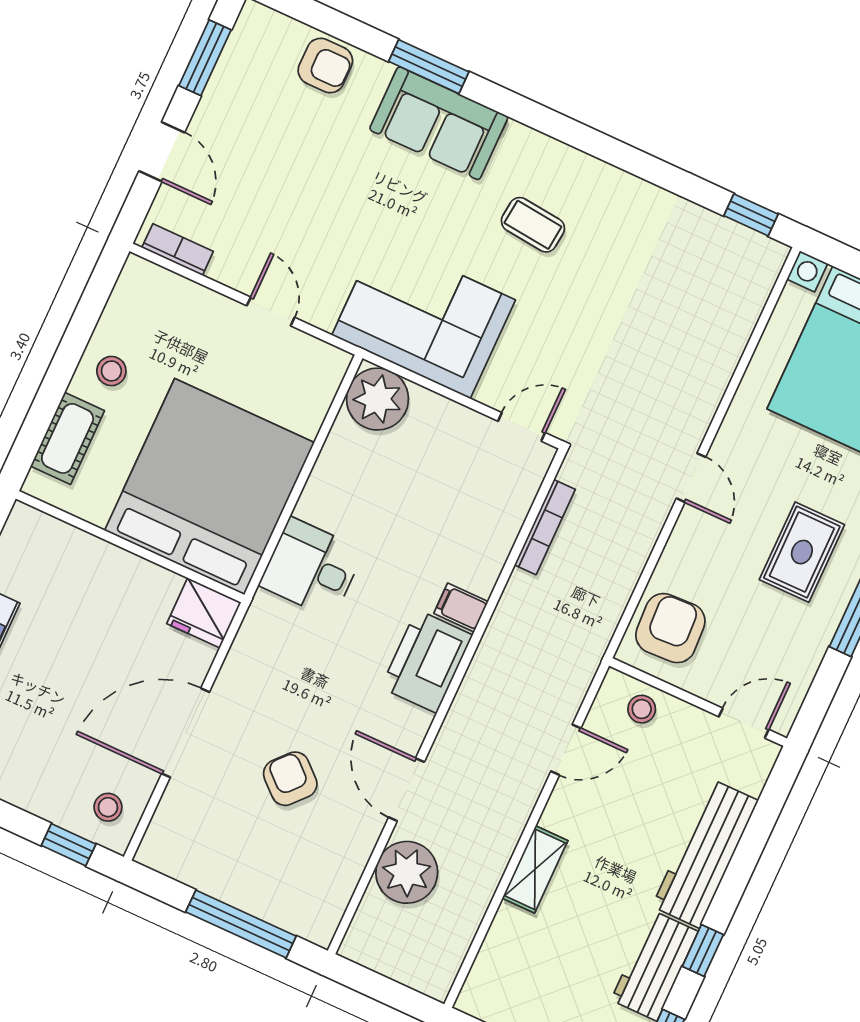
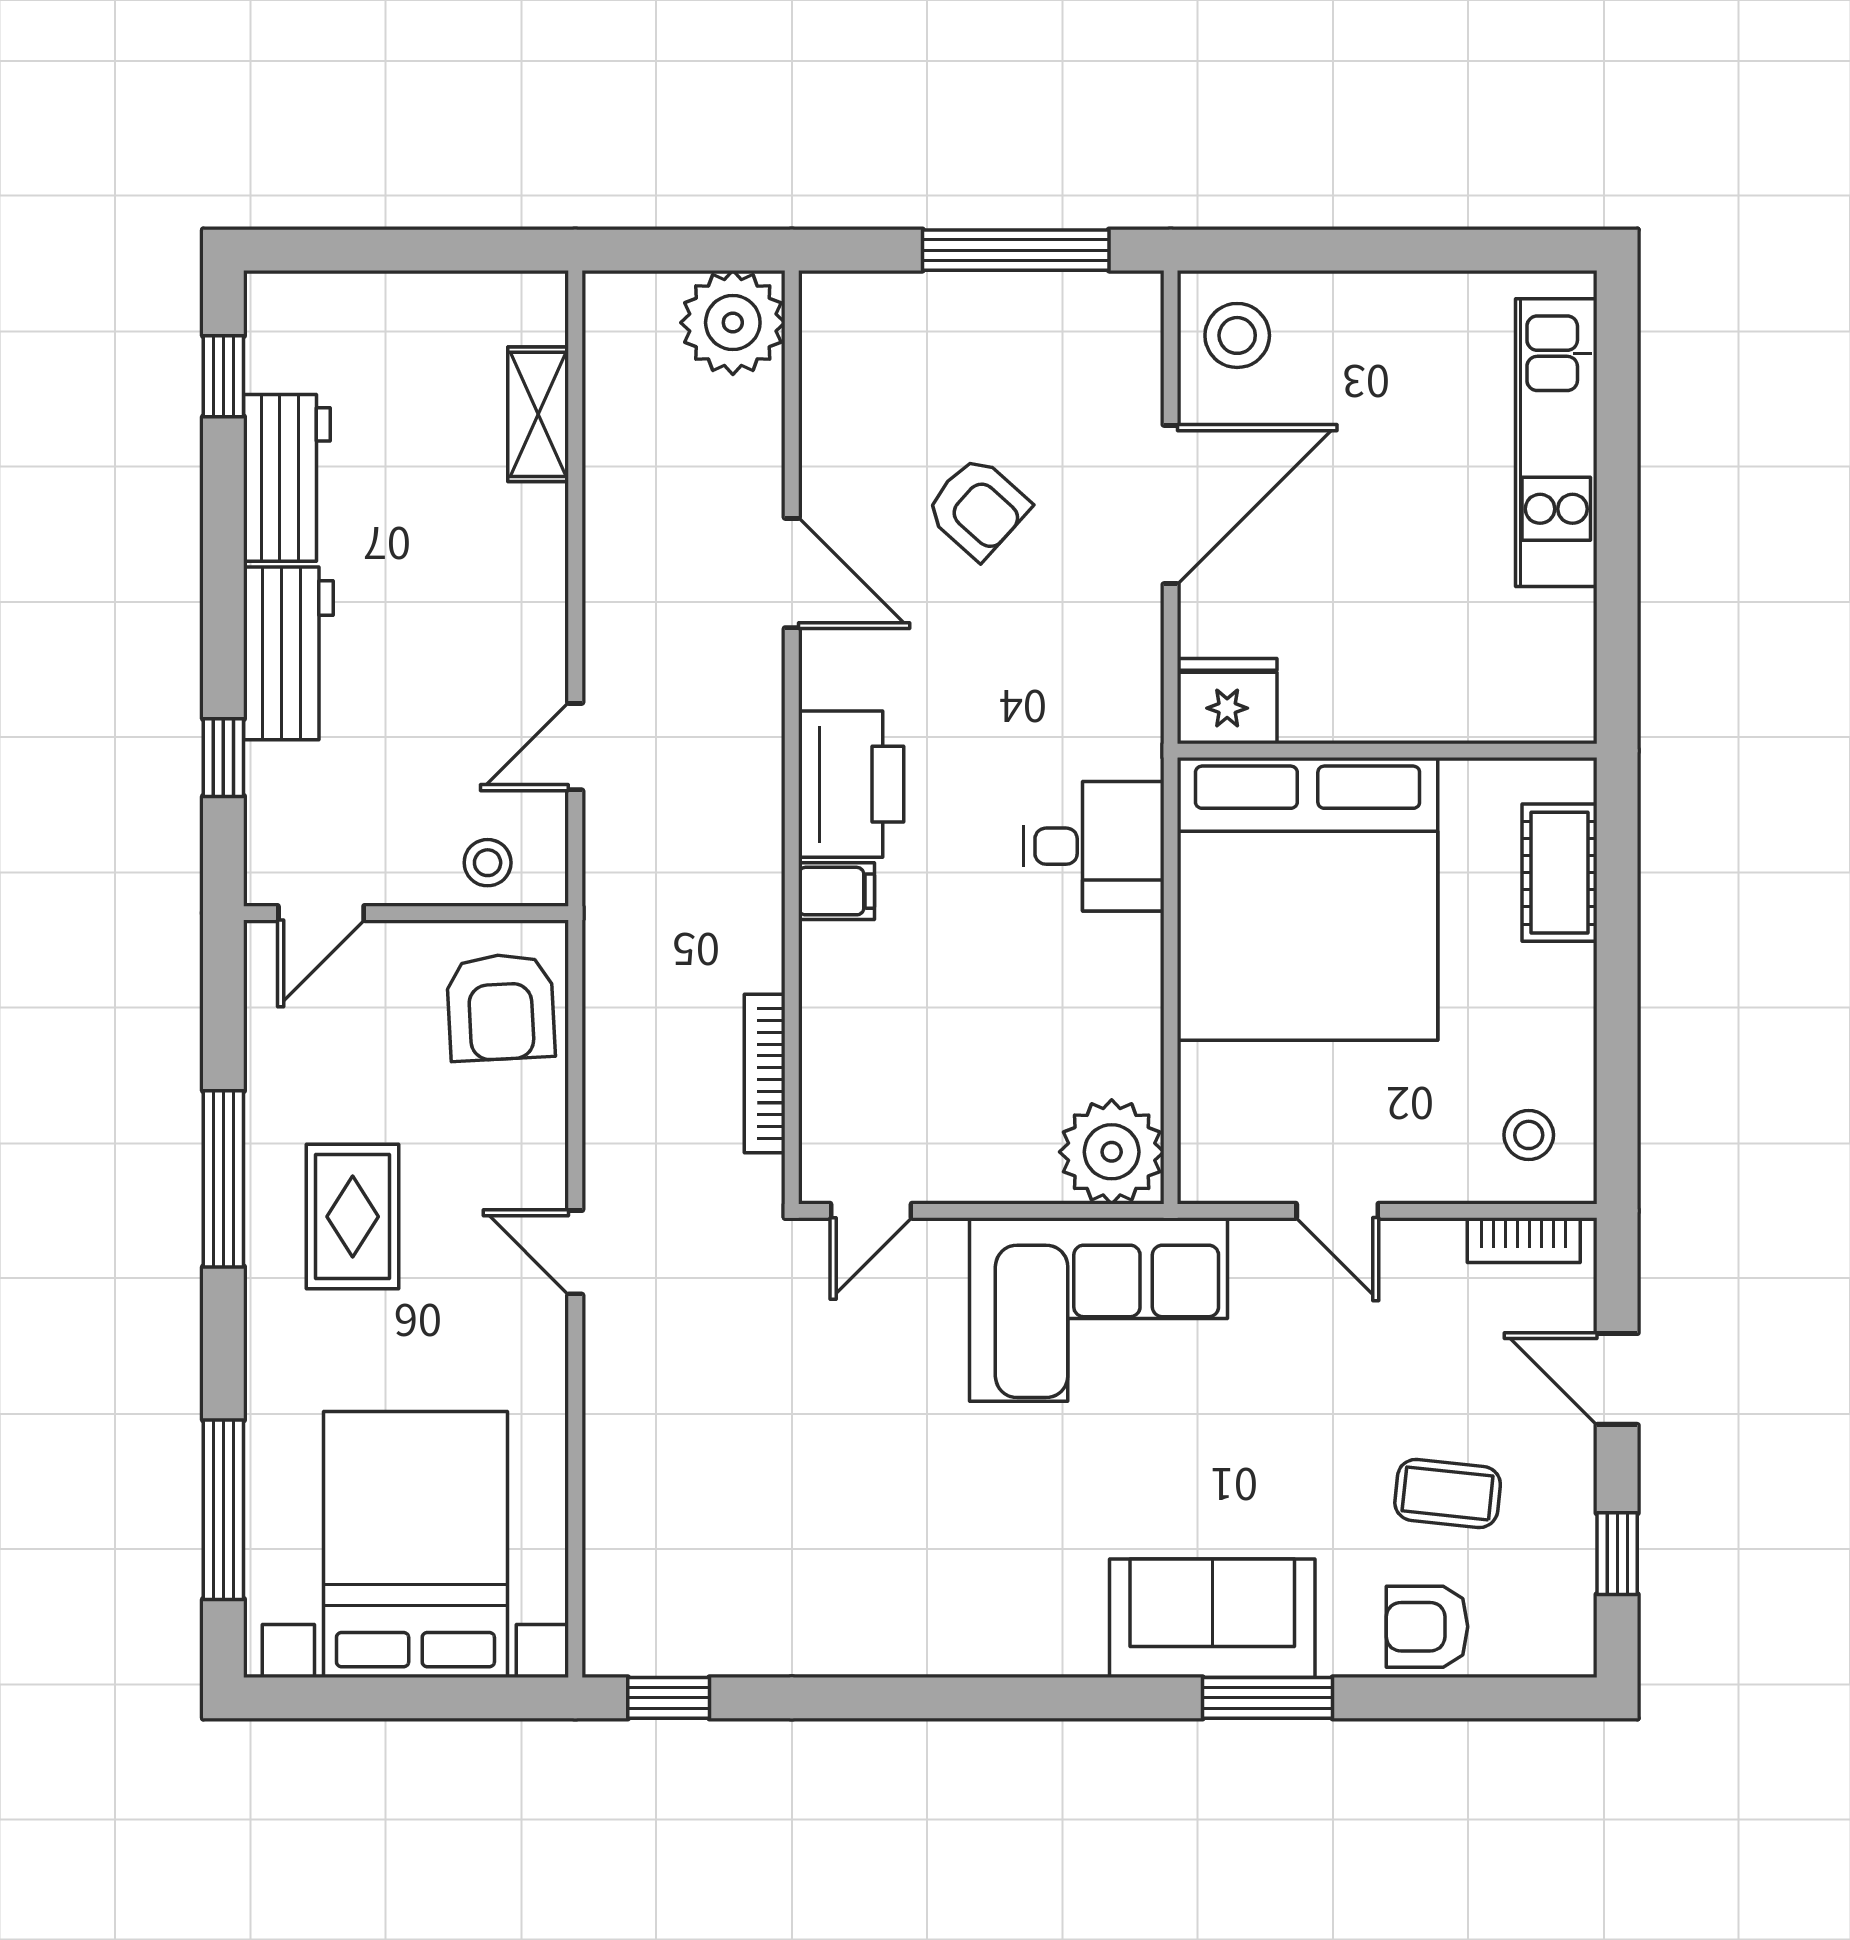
window: (205, 58) -> (1617, 1554), width x0.67
coffee table: (533, 225) -> (1448, 1493), moved
stool: (111, 371) -> (1529, 1135), moved
stool: (108, 807) -> (1237, 335), width x1.37, depth x1.37
window: (69, 845) -> (1271, 250), removed
workbench: (705, 853) -> (288, 653), width x0.73
shelving: (535, 869) -> (538, 414), moved
plant: (407, 872) -> (733, 323), moved
window: (241, 924) -> (1016, 250), moved
window: (703, 950) -> (223, 758), moved

